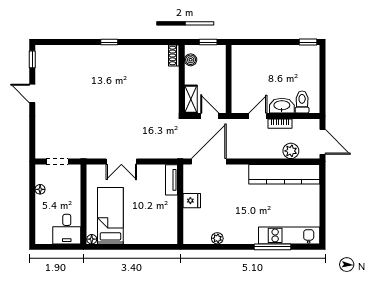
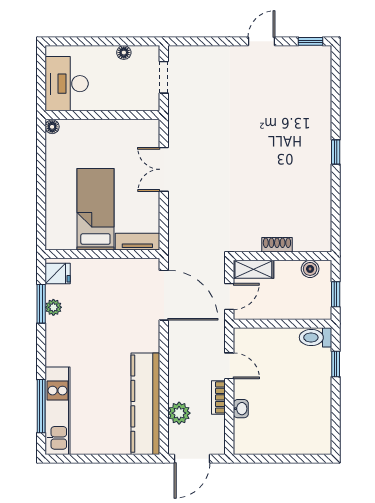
window: (308, 42) -> (336, 364), moved
shoe rack: (174, 55) -> (277, 245), moved
toilet: (302, 102) -> (315, 337), moved, turned 180
washbasin: (282, 106) -> (241, 409), width x0.52, depth x0.69
fridge: (192, 201) -> (58, 273), moved, turned -90
bed: (110, 216) -> (95, 209), moved, turned -90
desk: (67, 229) -> (67, 84), width x1.37
window: (215, 247) -> (41, 304), added
window: (273, 247) -> (41, 406), moved

